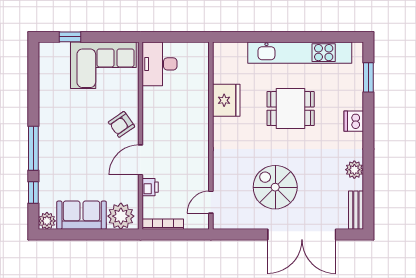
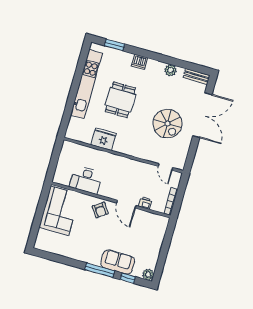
window: (70, 37) -> (35, 227), removed
desk: (159, 64) -> (86, 180), moved
spiral stairs: (275, 187) -> (167, 124), turned -90
sofa: (82, 215) -> (118, 262), moved, turned 90
plant: (121, 216) -> (158, 227), removed

